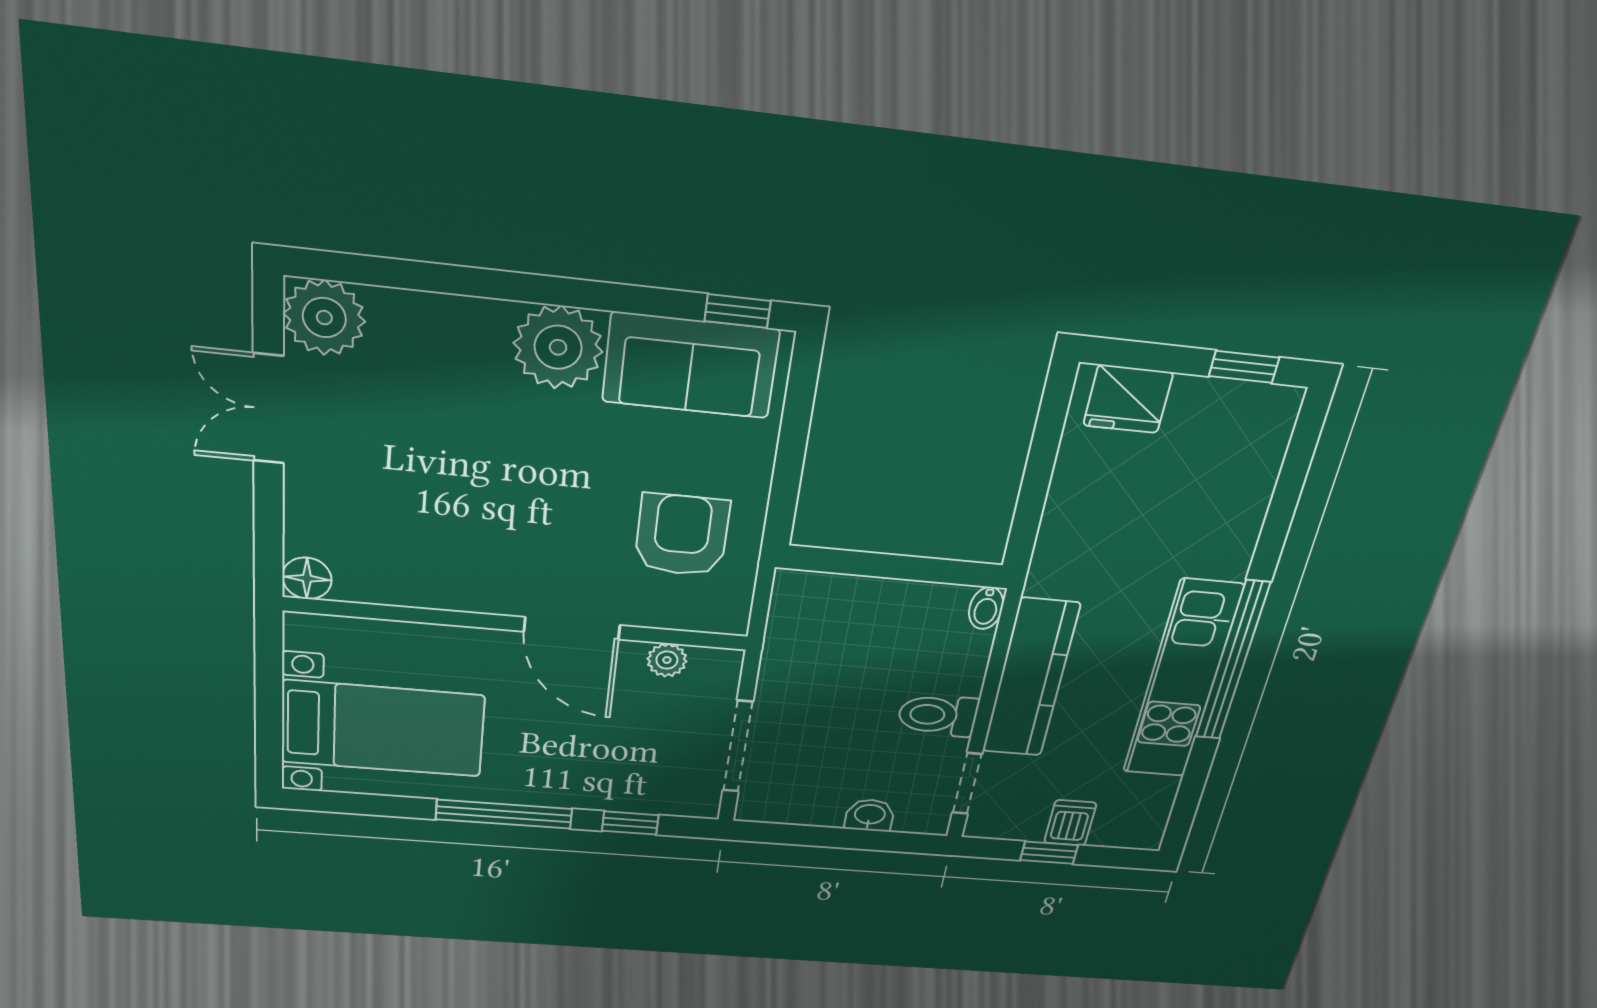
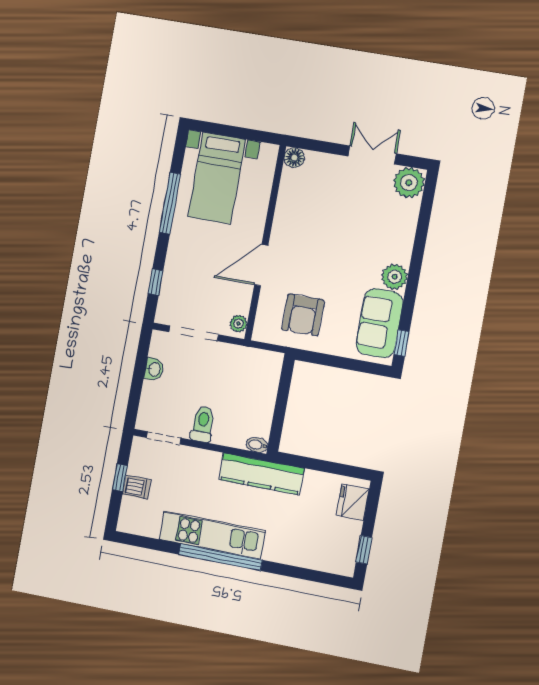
plant: (558, 347) -> (395, 277), width x0.73, depth x0.73
armchair: (682, 535) -> (303, 315), turned 90
plant: (667, 660) -> (238, 324), moved
kitchen counter: (1031, 678) -> (261, 474), moved
window: (504, 814) -> (170, 203), moved
washbasin: (870, 815) -> (154, 369), moved

